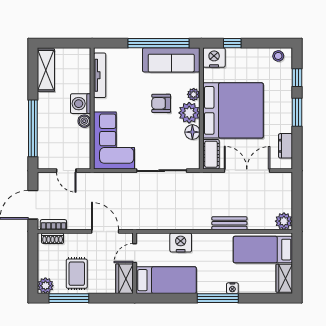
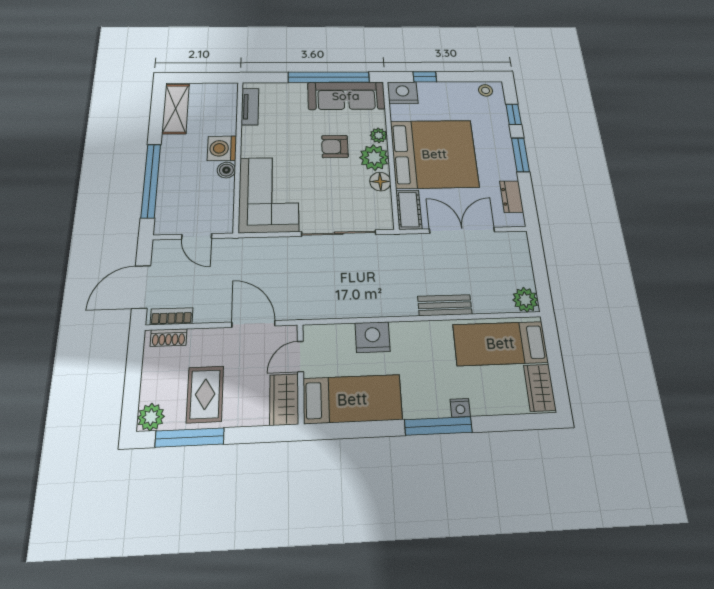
tv unit: (100, 75) -> (250, 107), width x0.71

